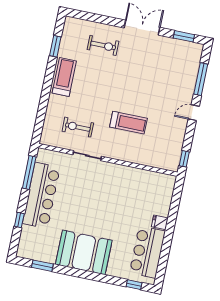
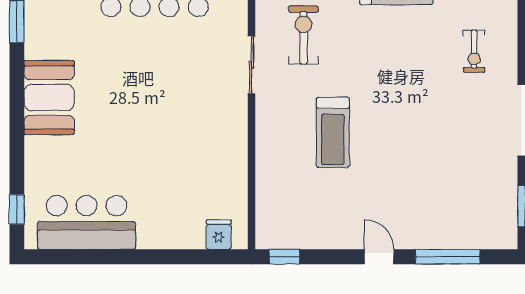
exercise bike: (103, 45) -> (474, 51), width x0.73, depth x0.72
fridge: (160, 222) -> (219, 235), moved
booth: (84, 252) -> (49, 98), width x0.73, depth x0.70

